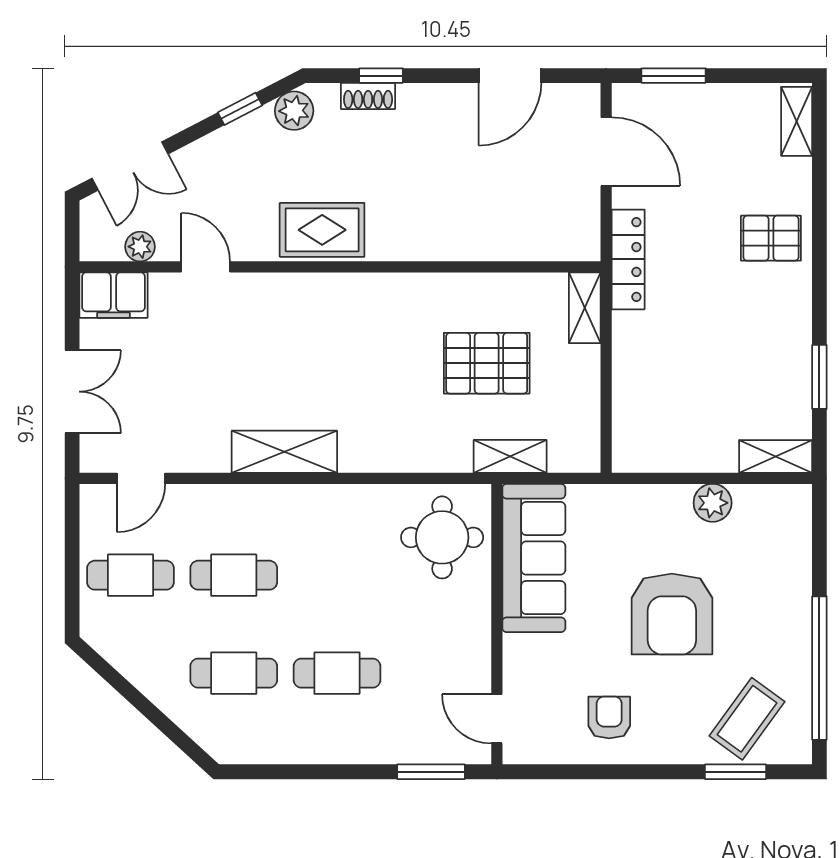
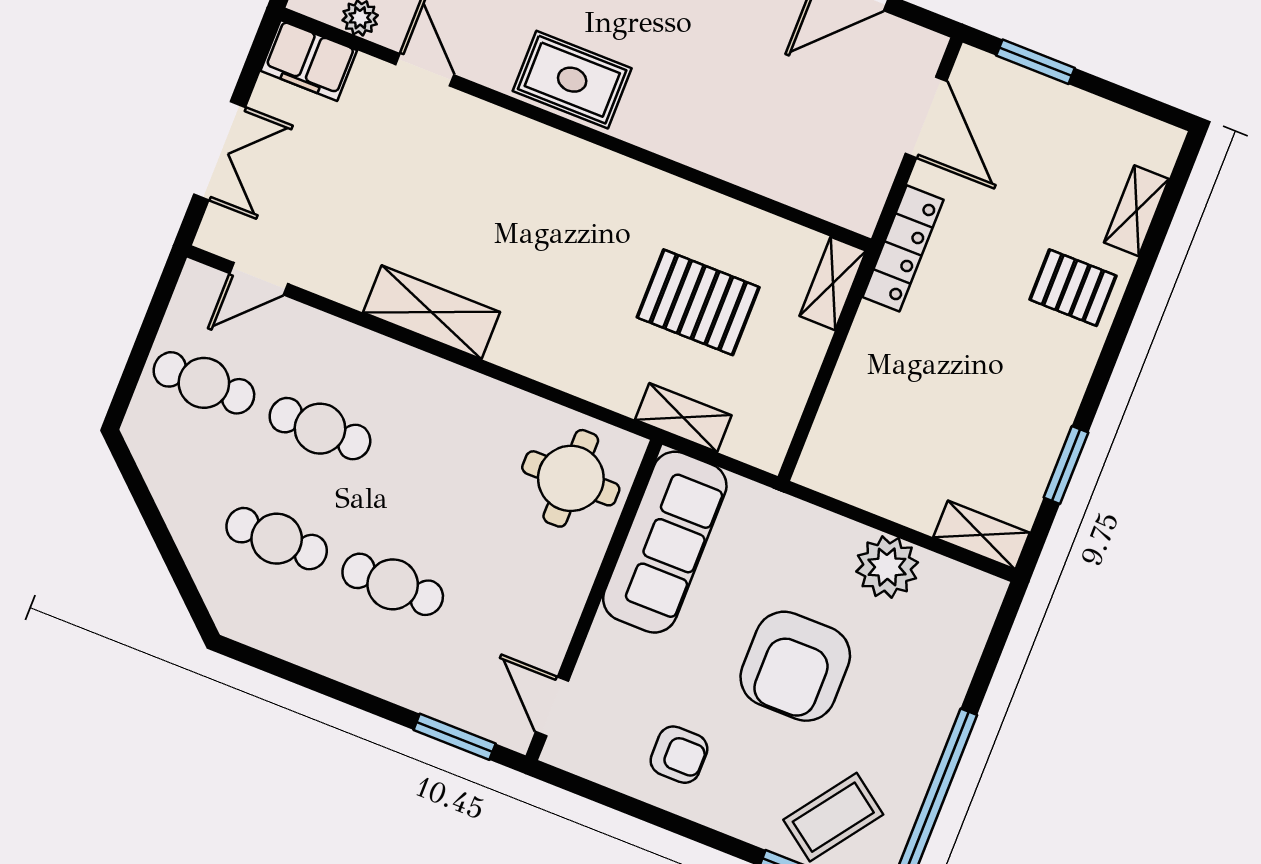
shelving: (797, 121) -> (1137, 211), moved
plant: (713, 503) -> (887, 567), width x1.36, depth x1.36
armchair: (609, 717) -> (679, 755), turned 90

